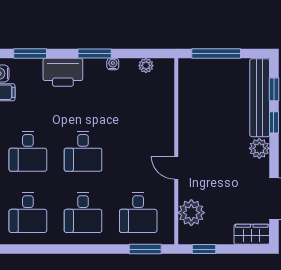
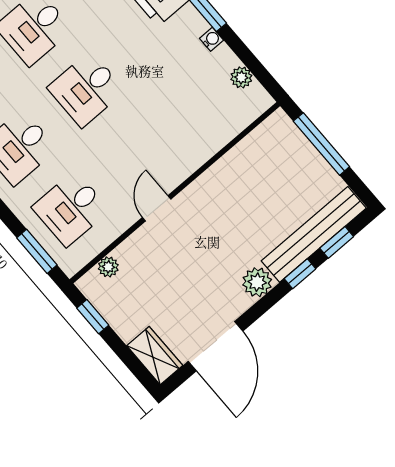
plant: (191, 213) -> (108, 267), width x0.53, depth x0.53

